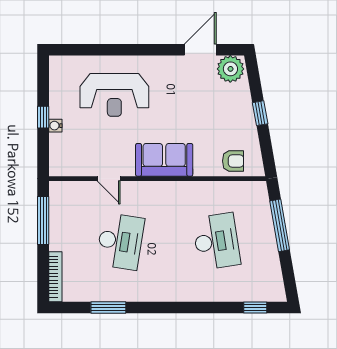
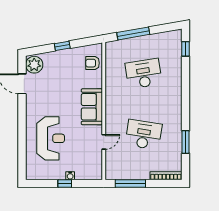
armchair: (233, 161) -> (93, 63), turned -90

